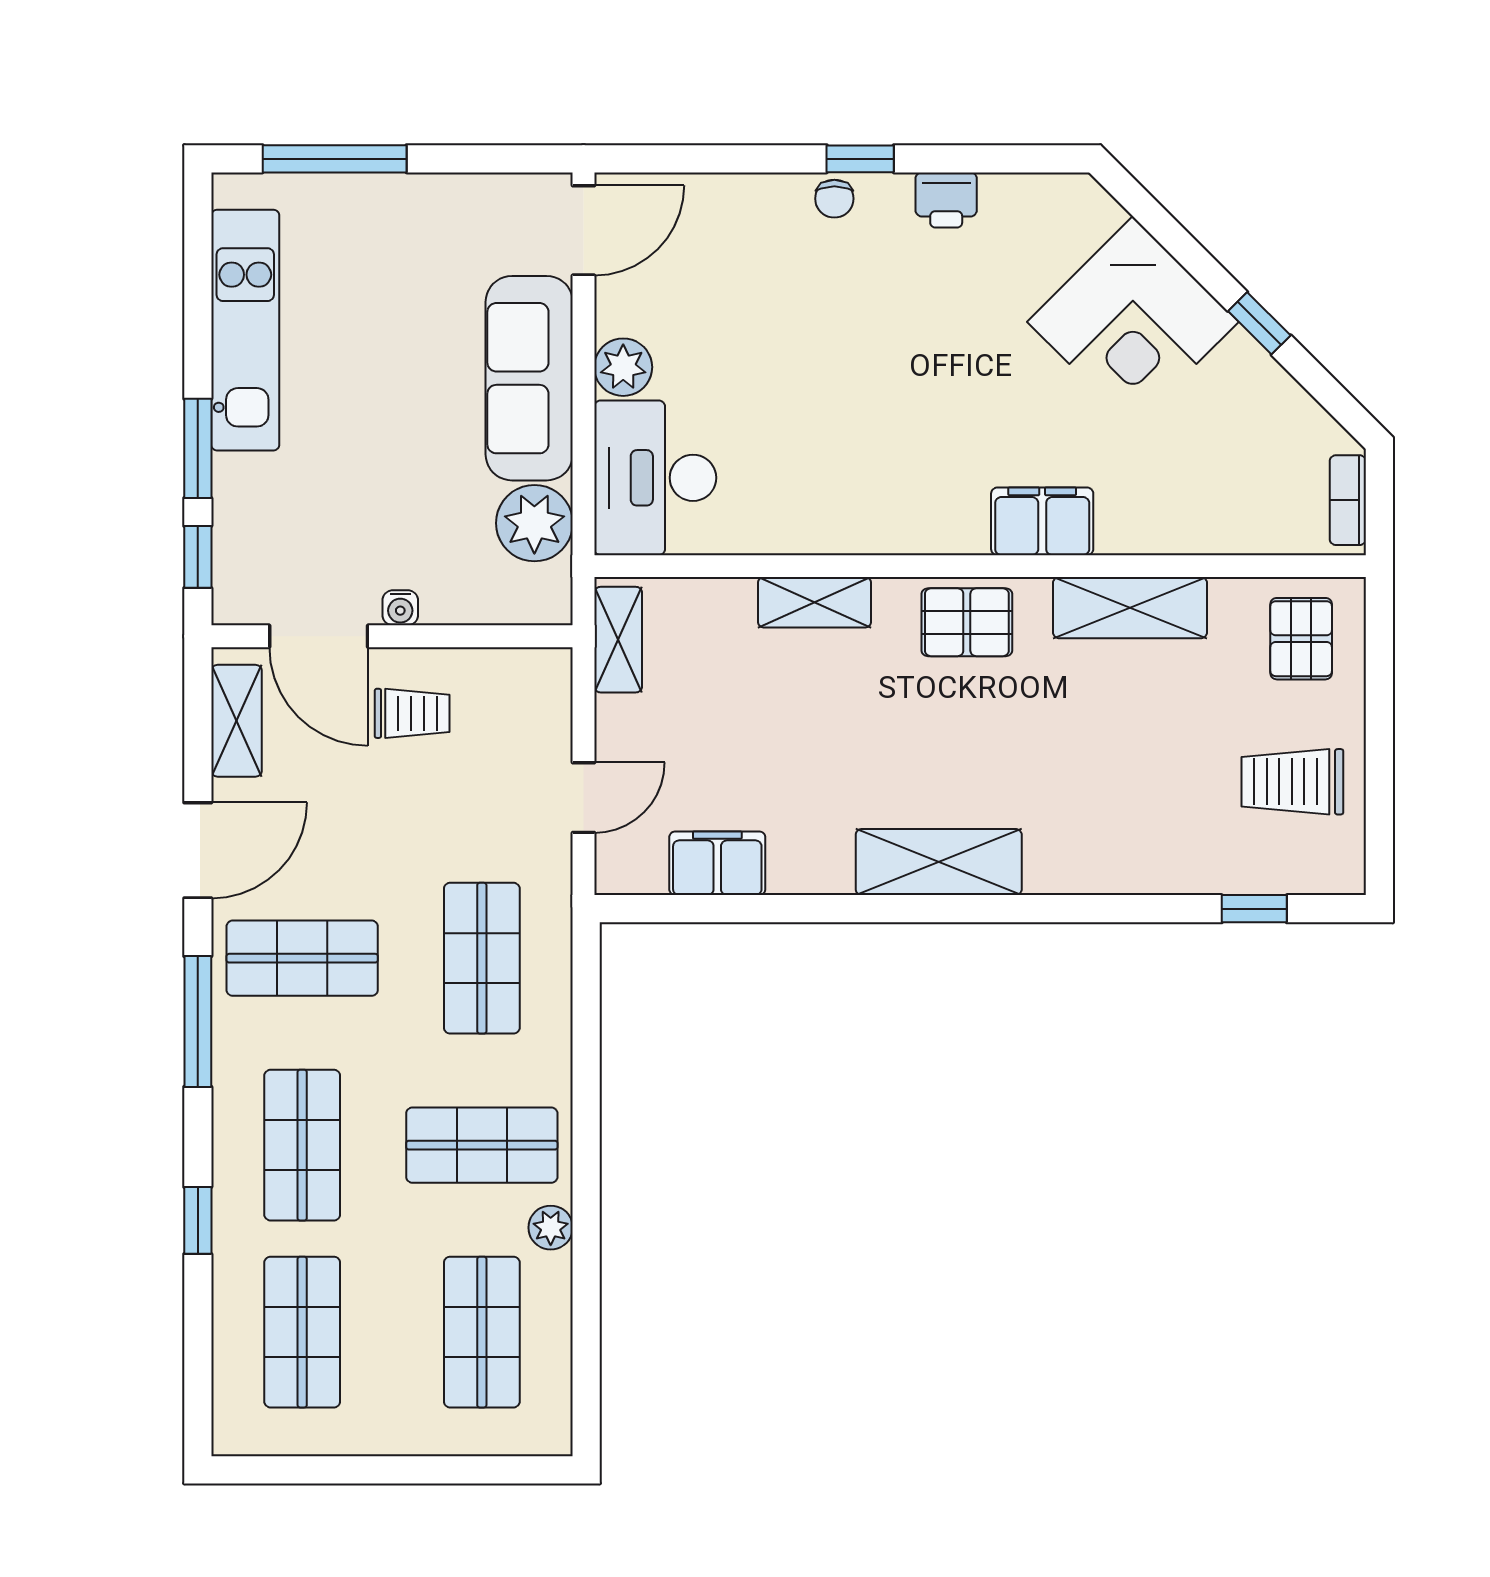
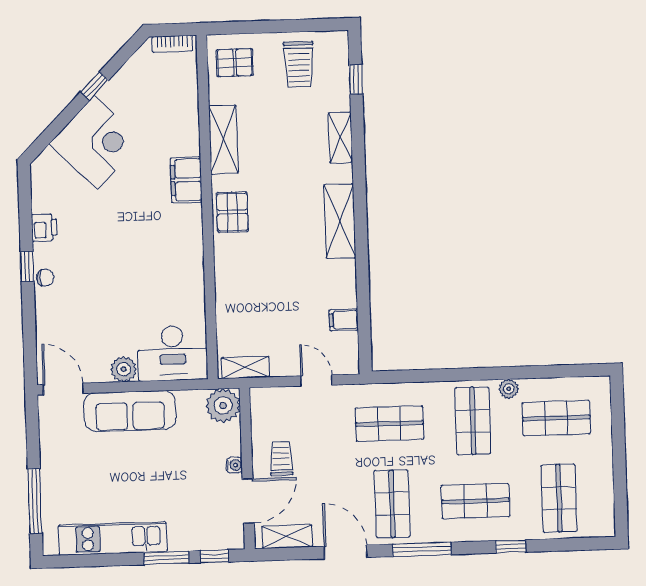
plant: (534, 523) -> (223, 406), moved
shelving: (815, 602) -> (340, 138), moved
filing cabinet: (717, 863) -> (344, 320), width x0.50
shop shelf: (302, 1332) -> (559, 498), turned 90

